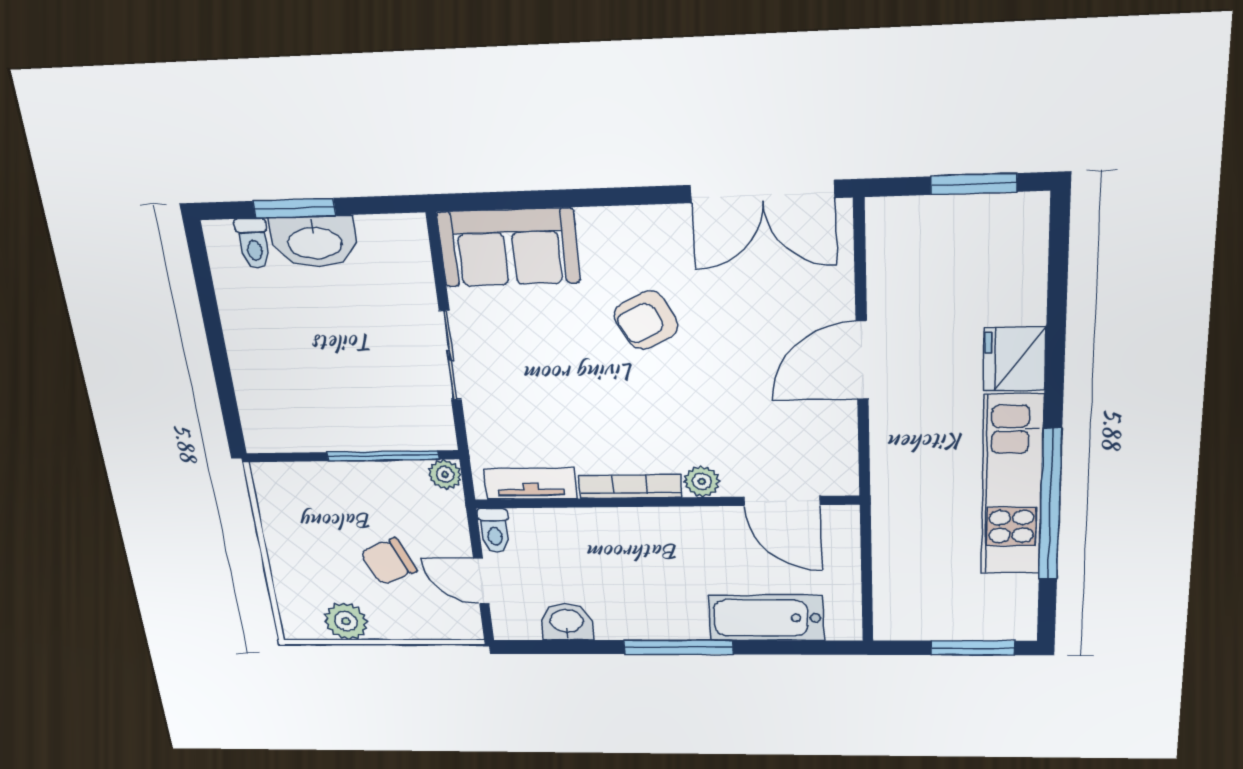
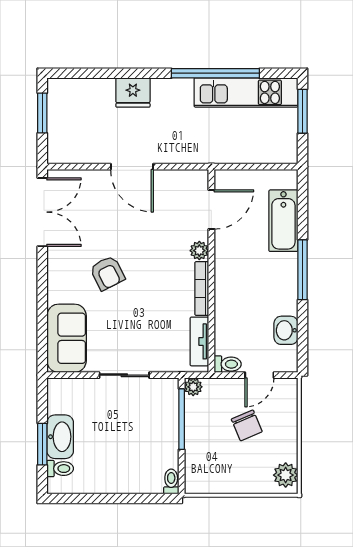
toilet: (266, 440) -> (171, 481), added
kitchen unit: (1012, 486) -> (246, 92), moved
plant: (346, 621) -> (286, 475), moved

